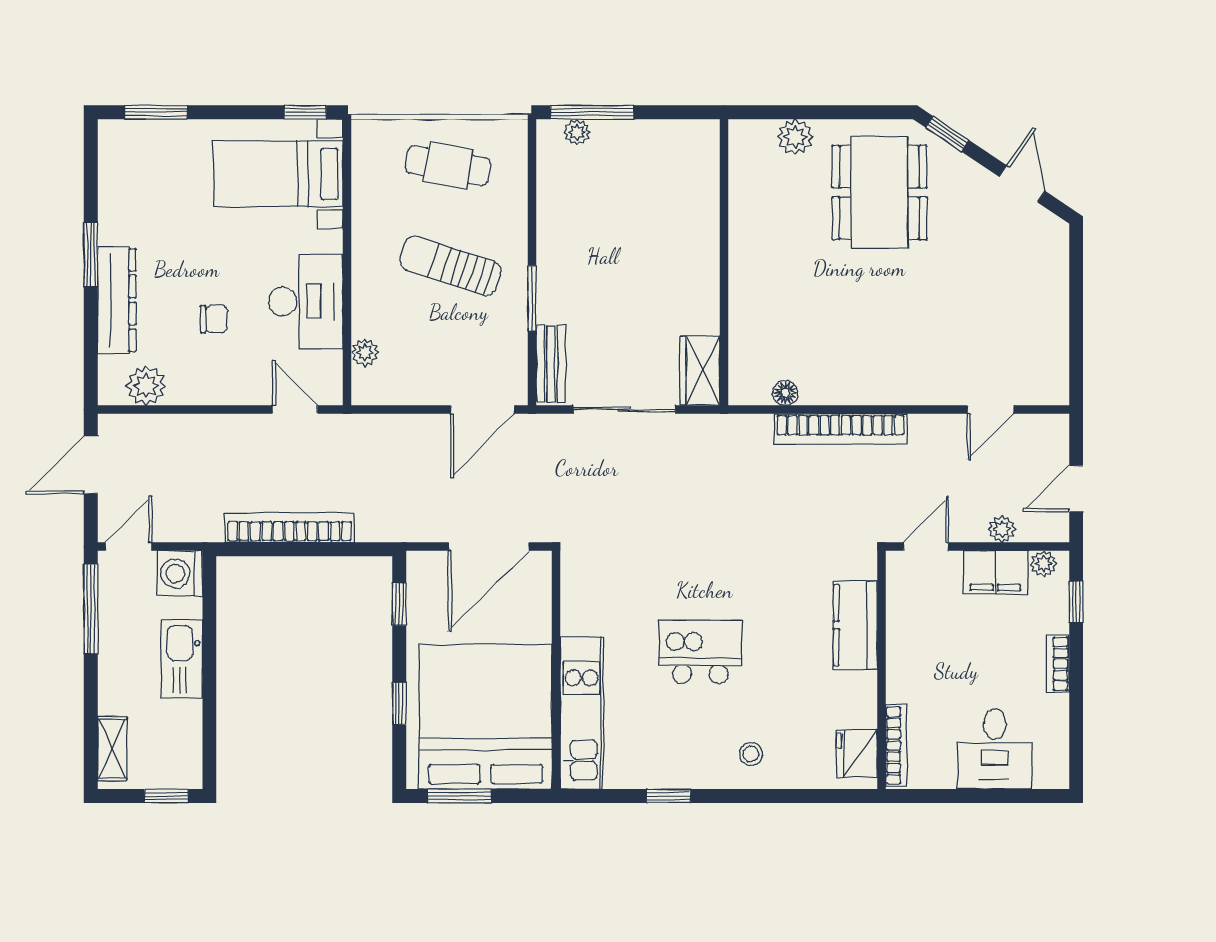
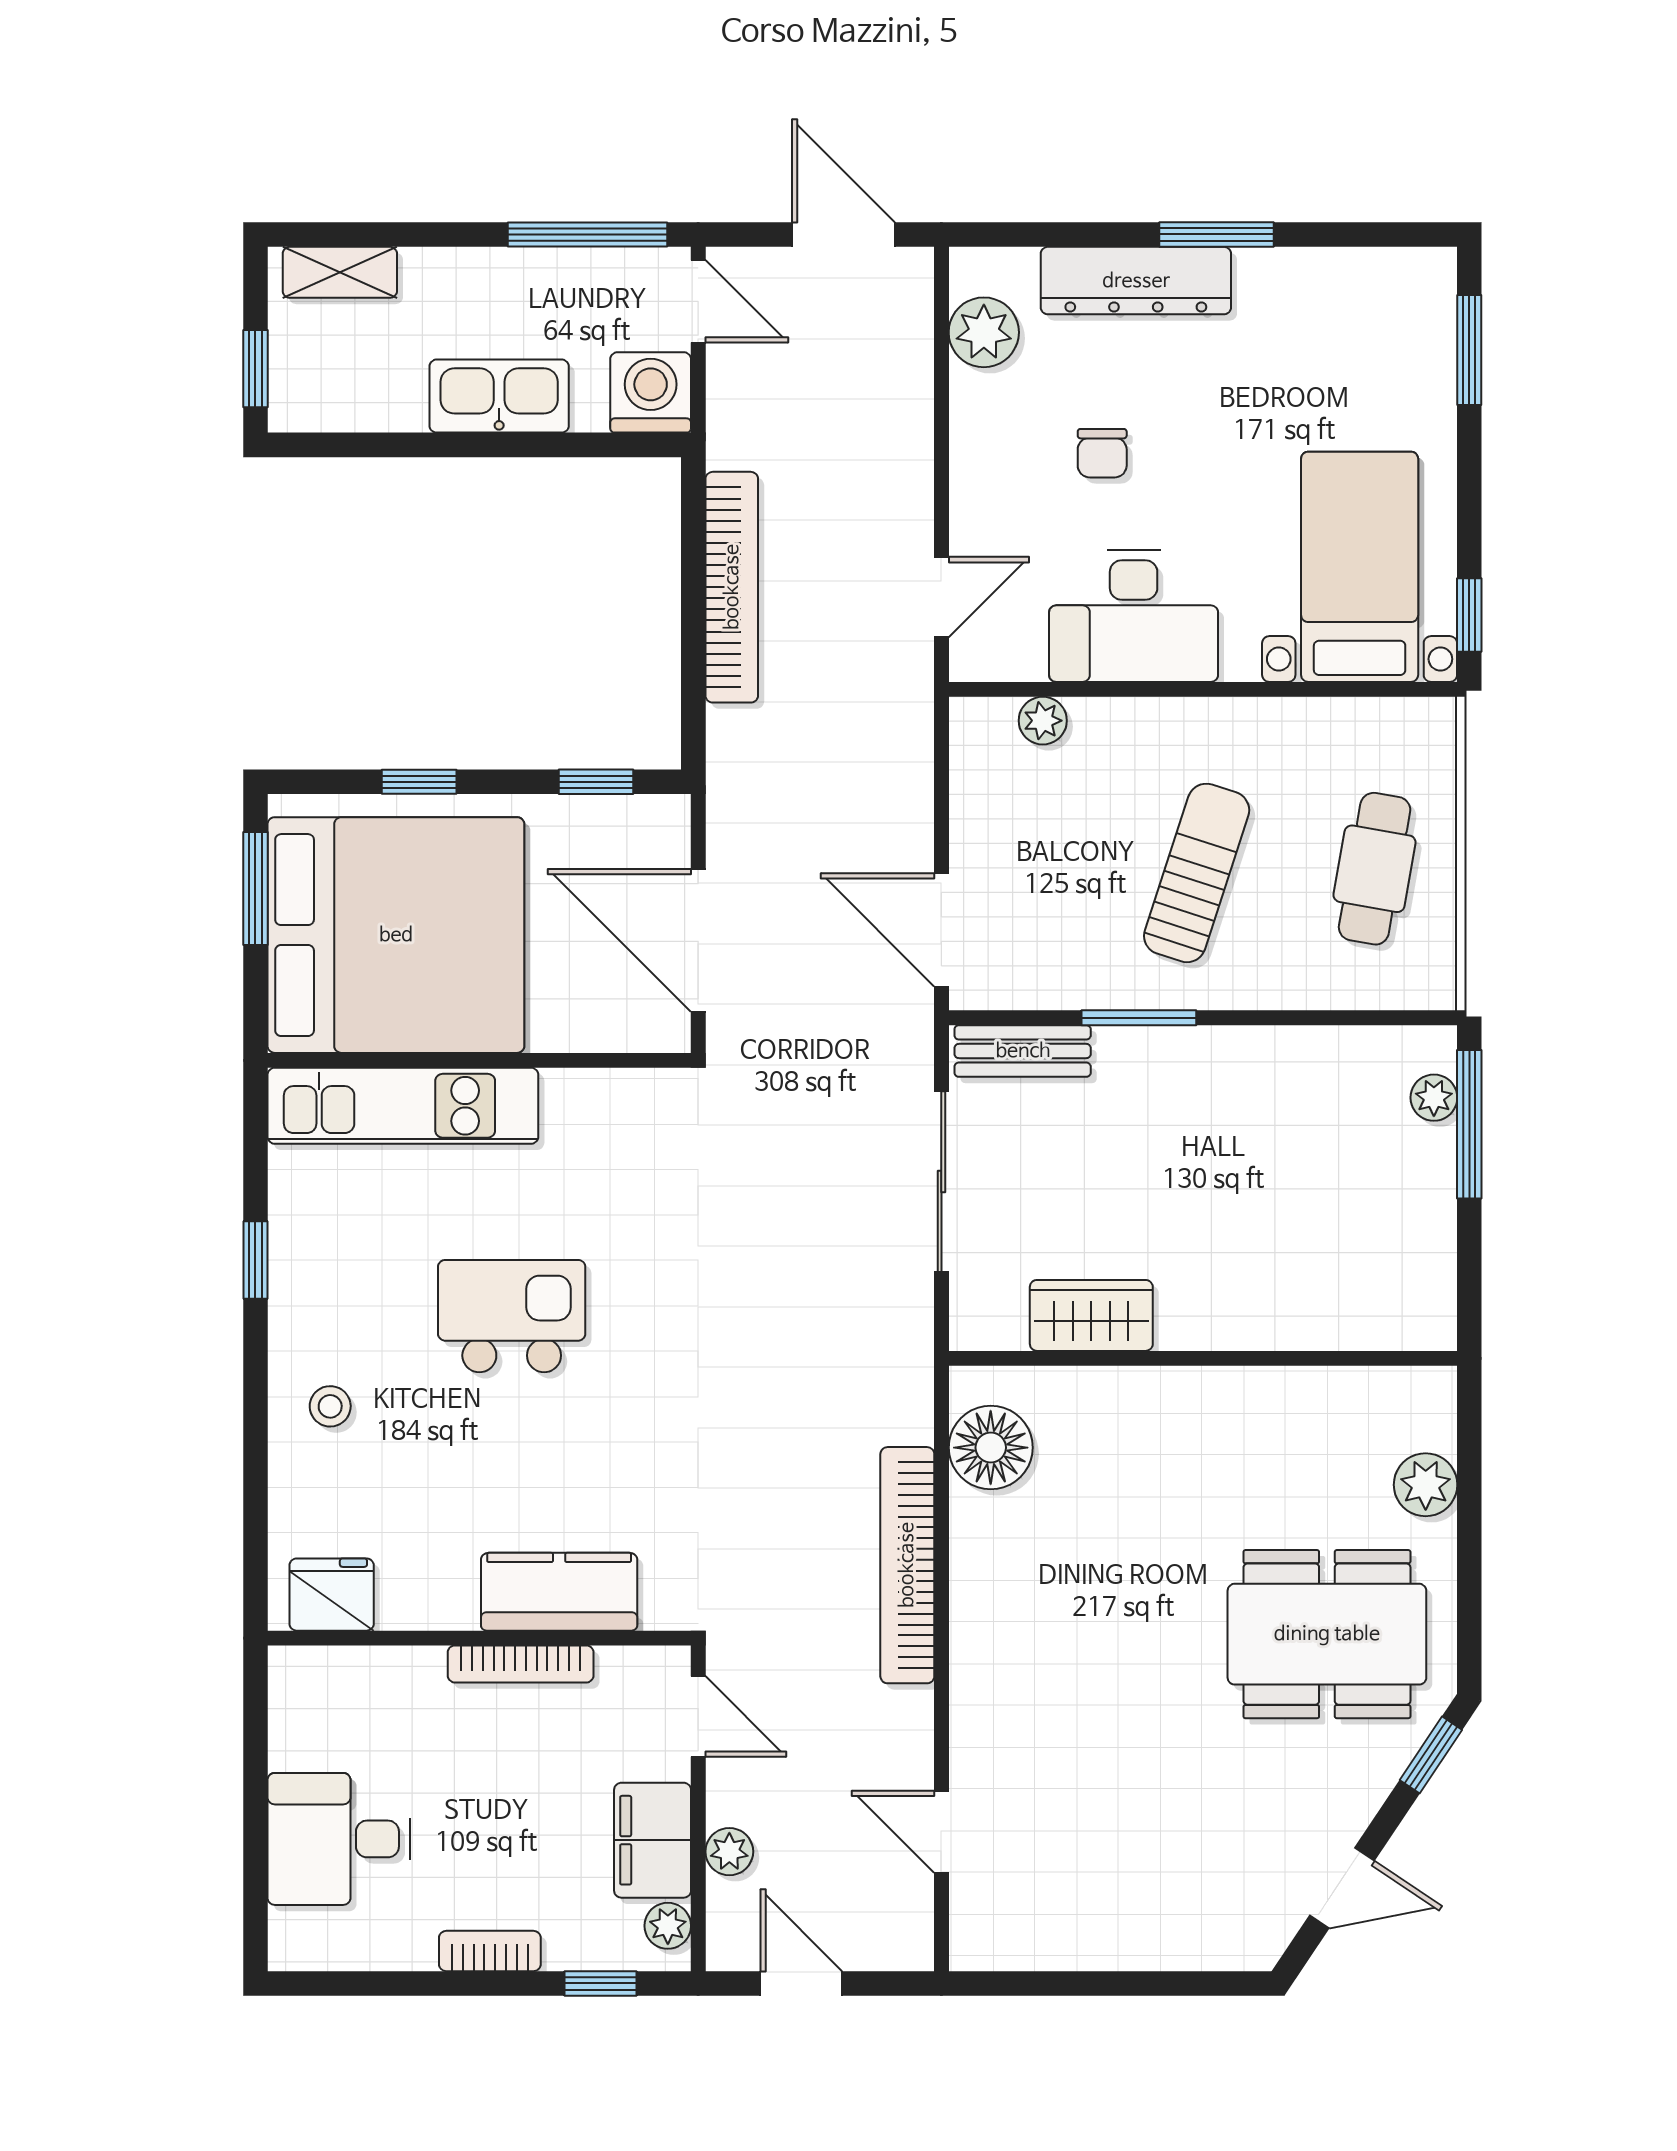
wardrobe: (700, 371) -> (1091, 1315), moved
floor lamp: (785, 393) -> (991, 1448), width x1.89, depth x1.89
kitchen island: (700, 652) -> (512, 1316), turned -90
bookcase: (896, 745) -> (521, 1664), moved

